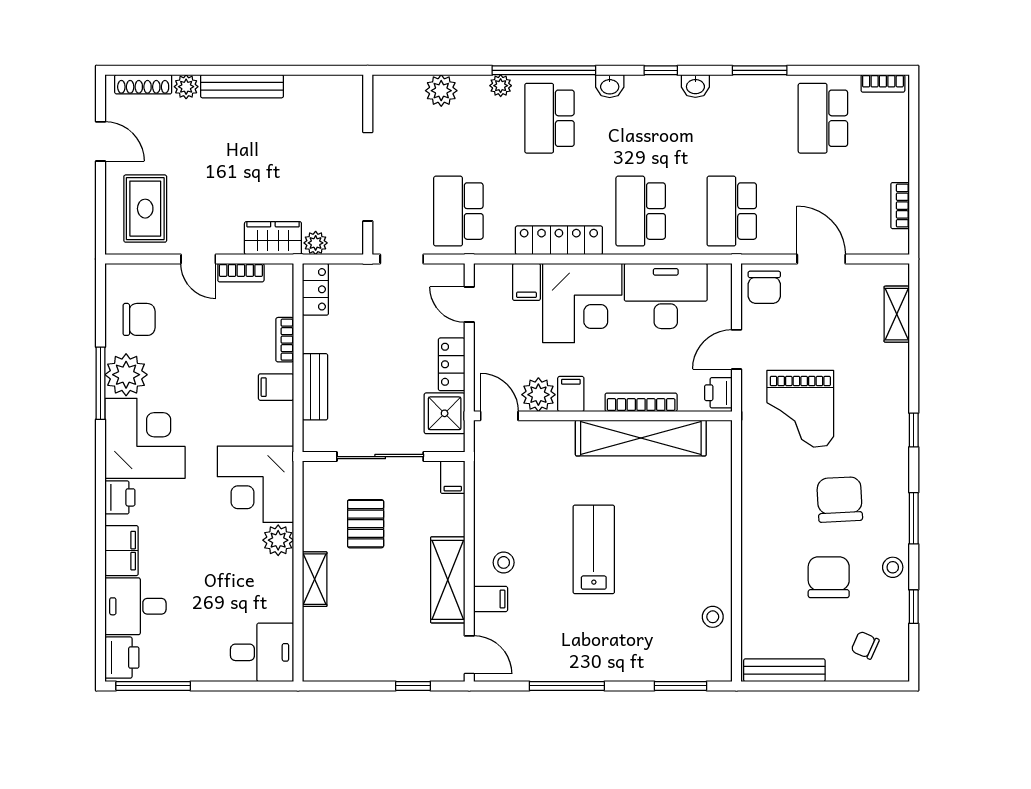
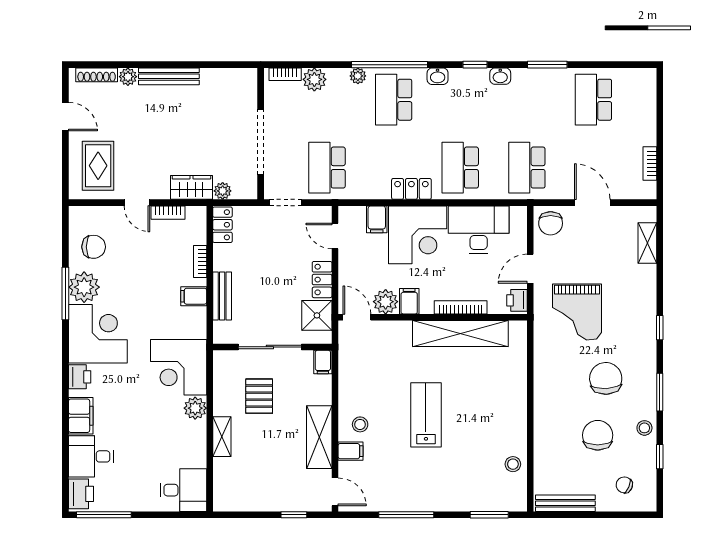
bookcase: (883, 83) -> (285, 74), moved
locker: (559, 240) -> (411, 189), width x0.66

